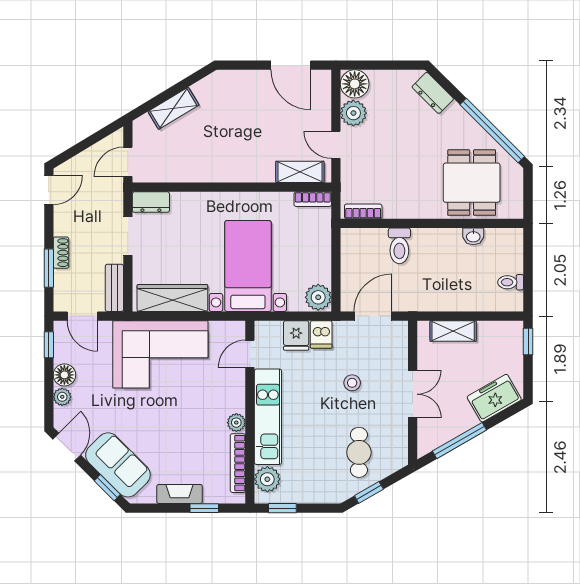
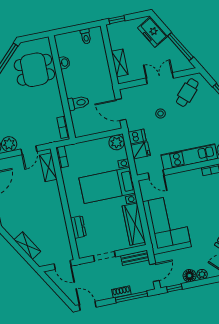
dresser: (151, 202) -> (78, 227), moved
window: (49, 268) -> (131, 297), width x1.44
plant: (236, 423) -> (196, 174), removed
cafe table: (359, 452) -> (187, 93), moved, turned -47

